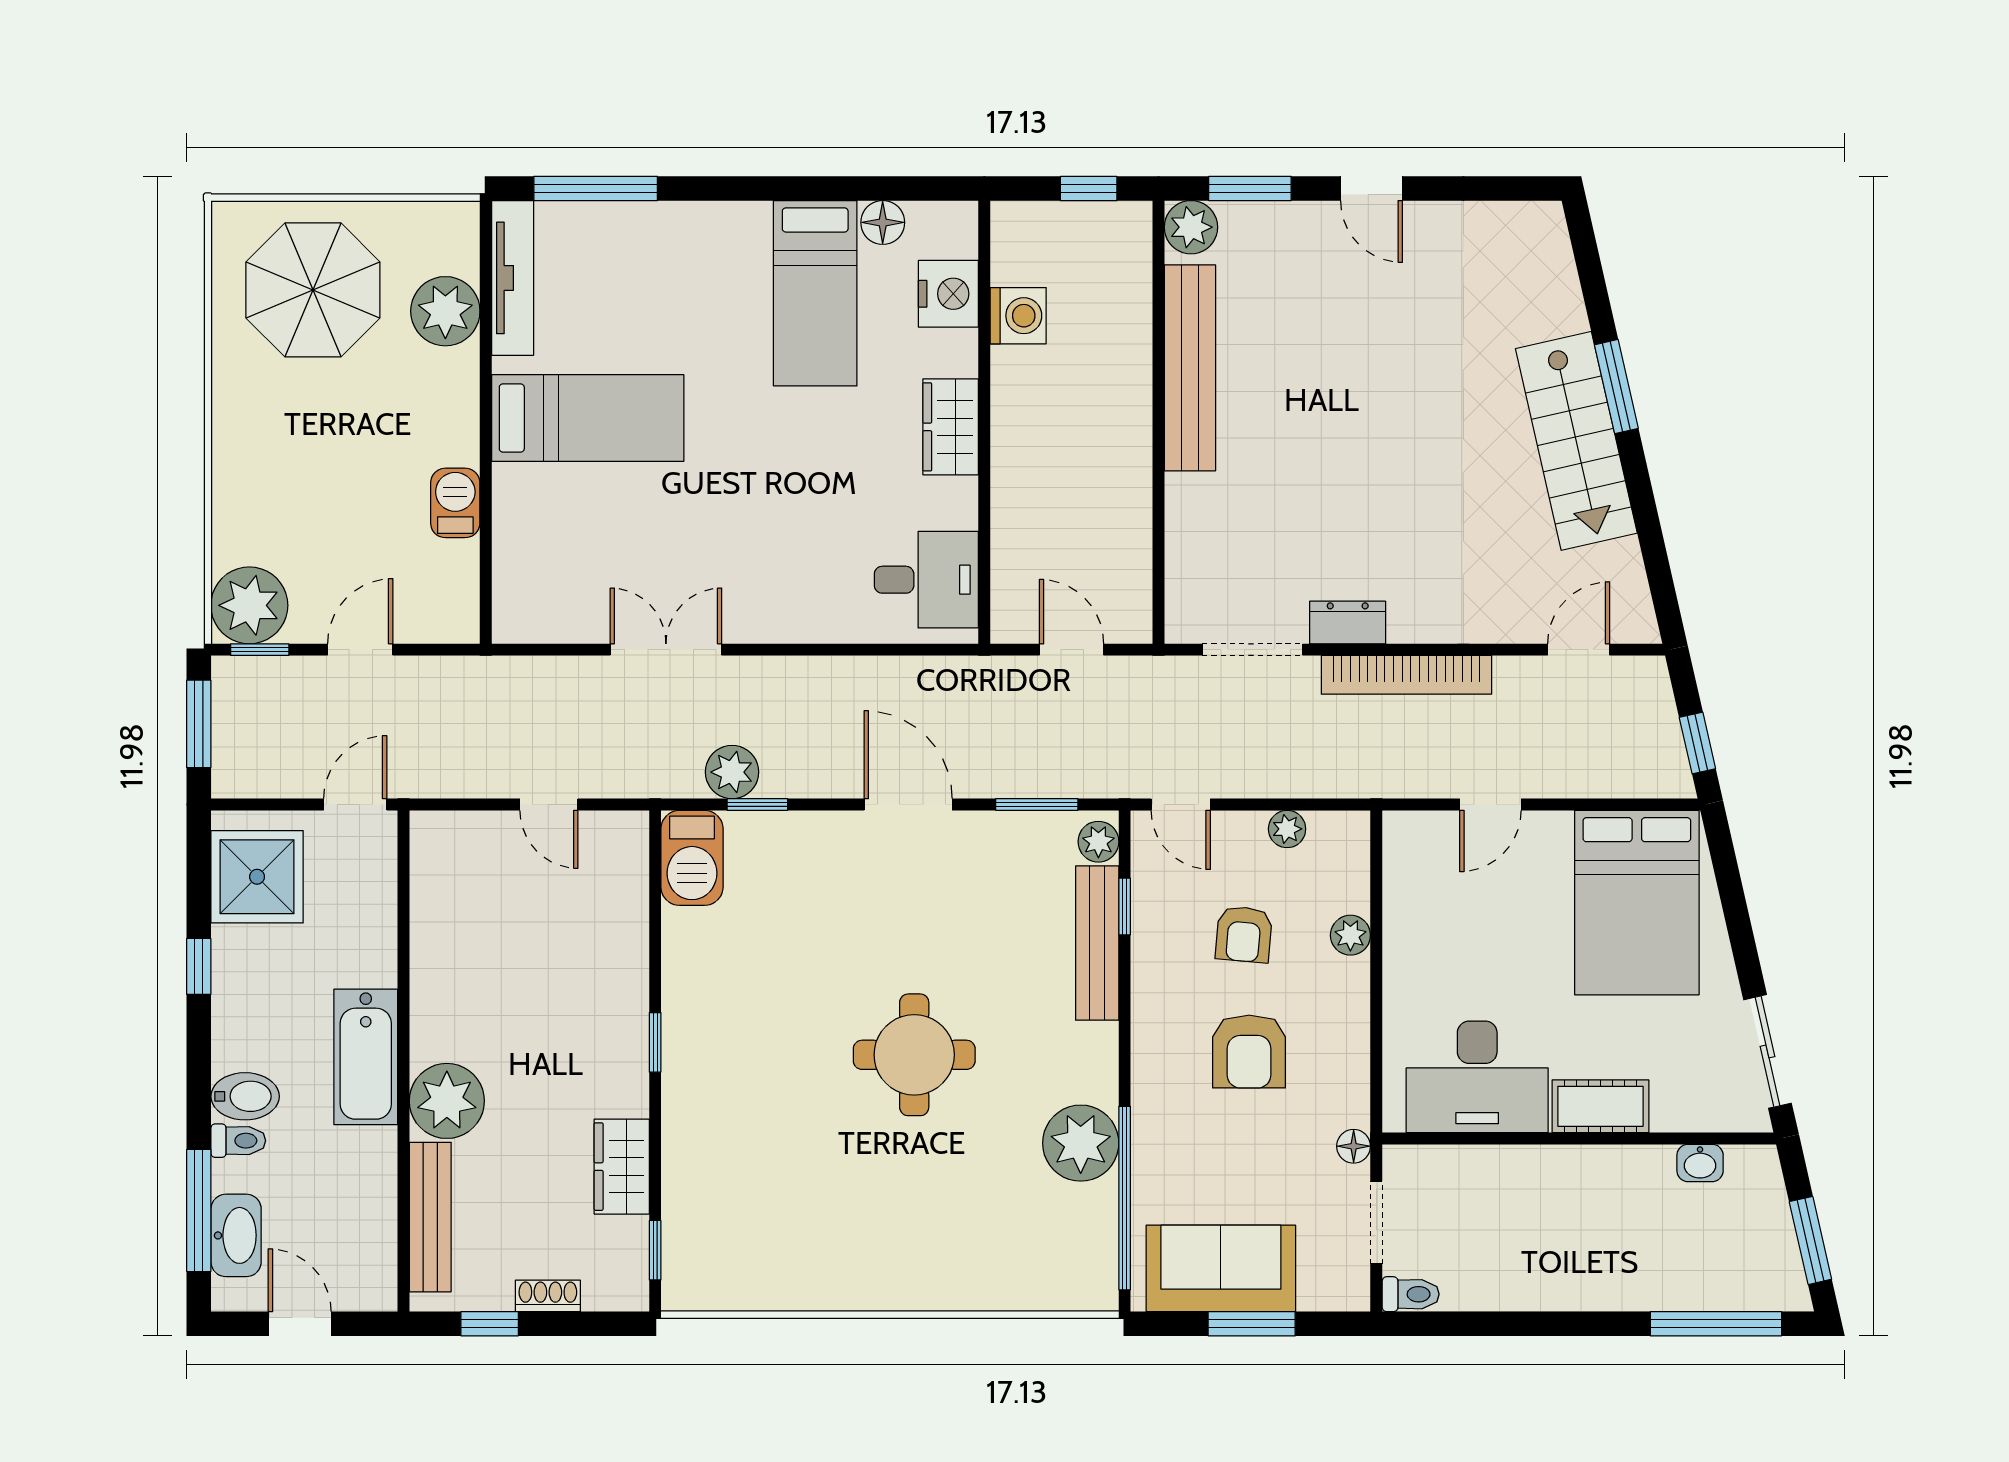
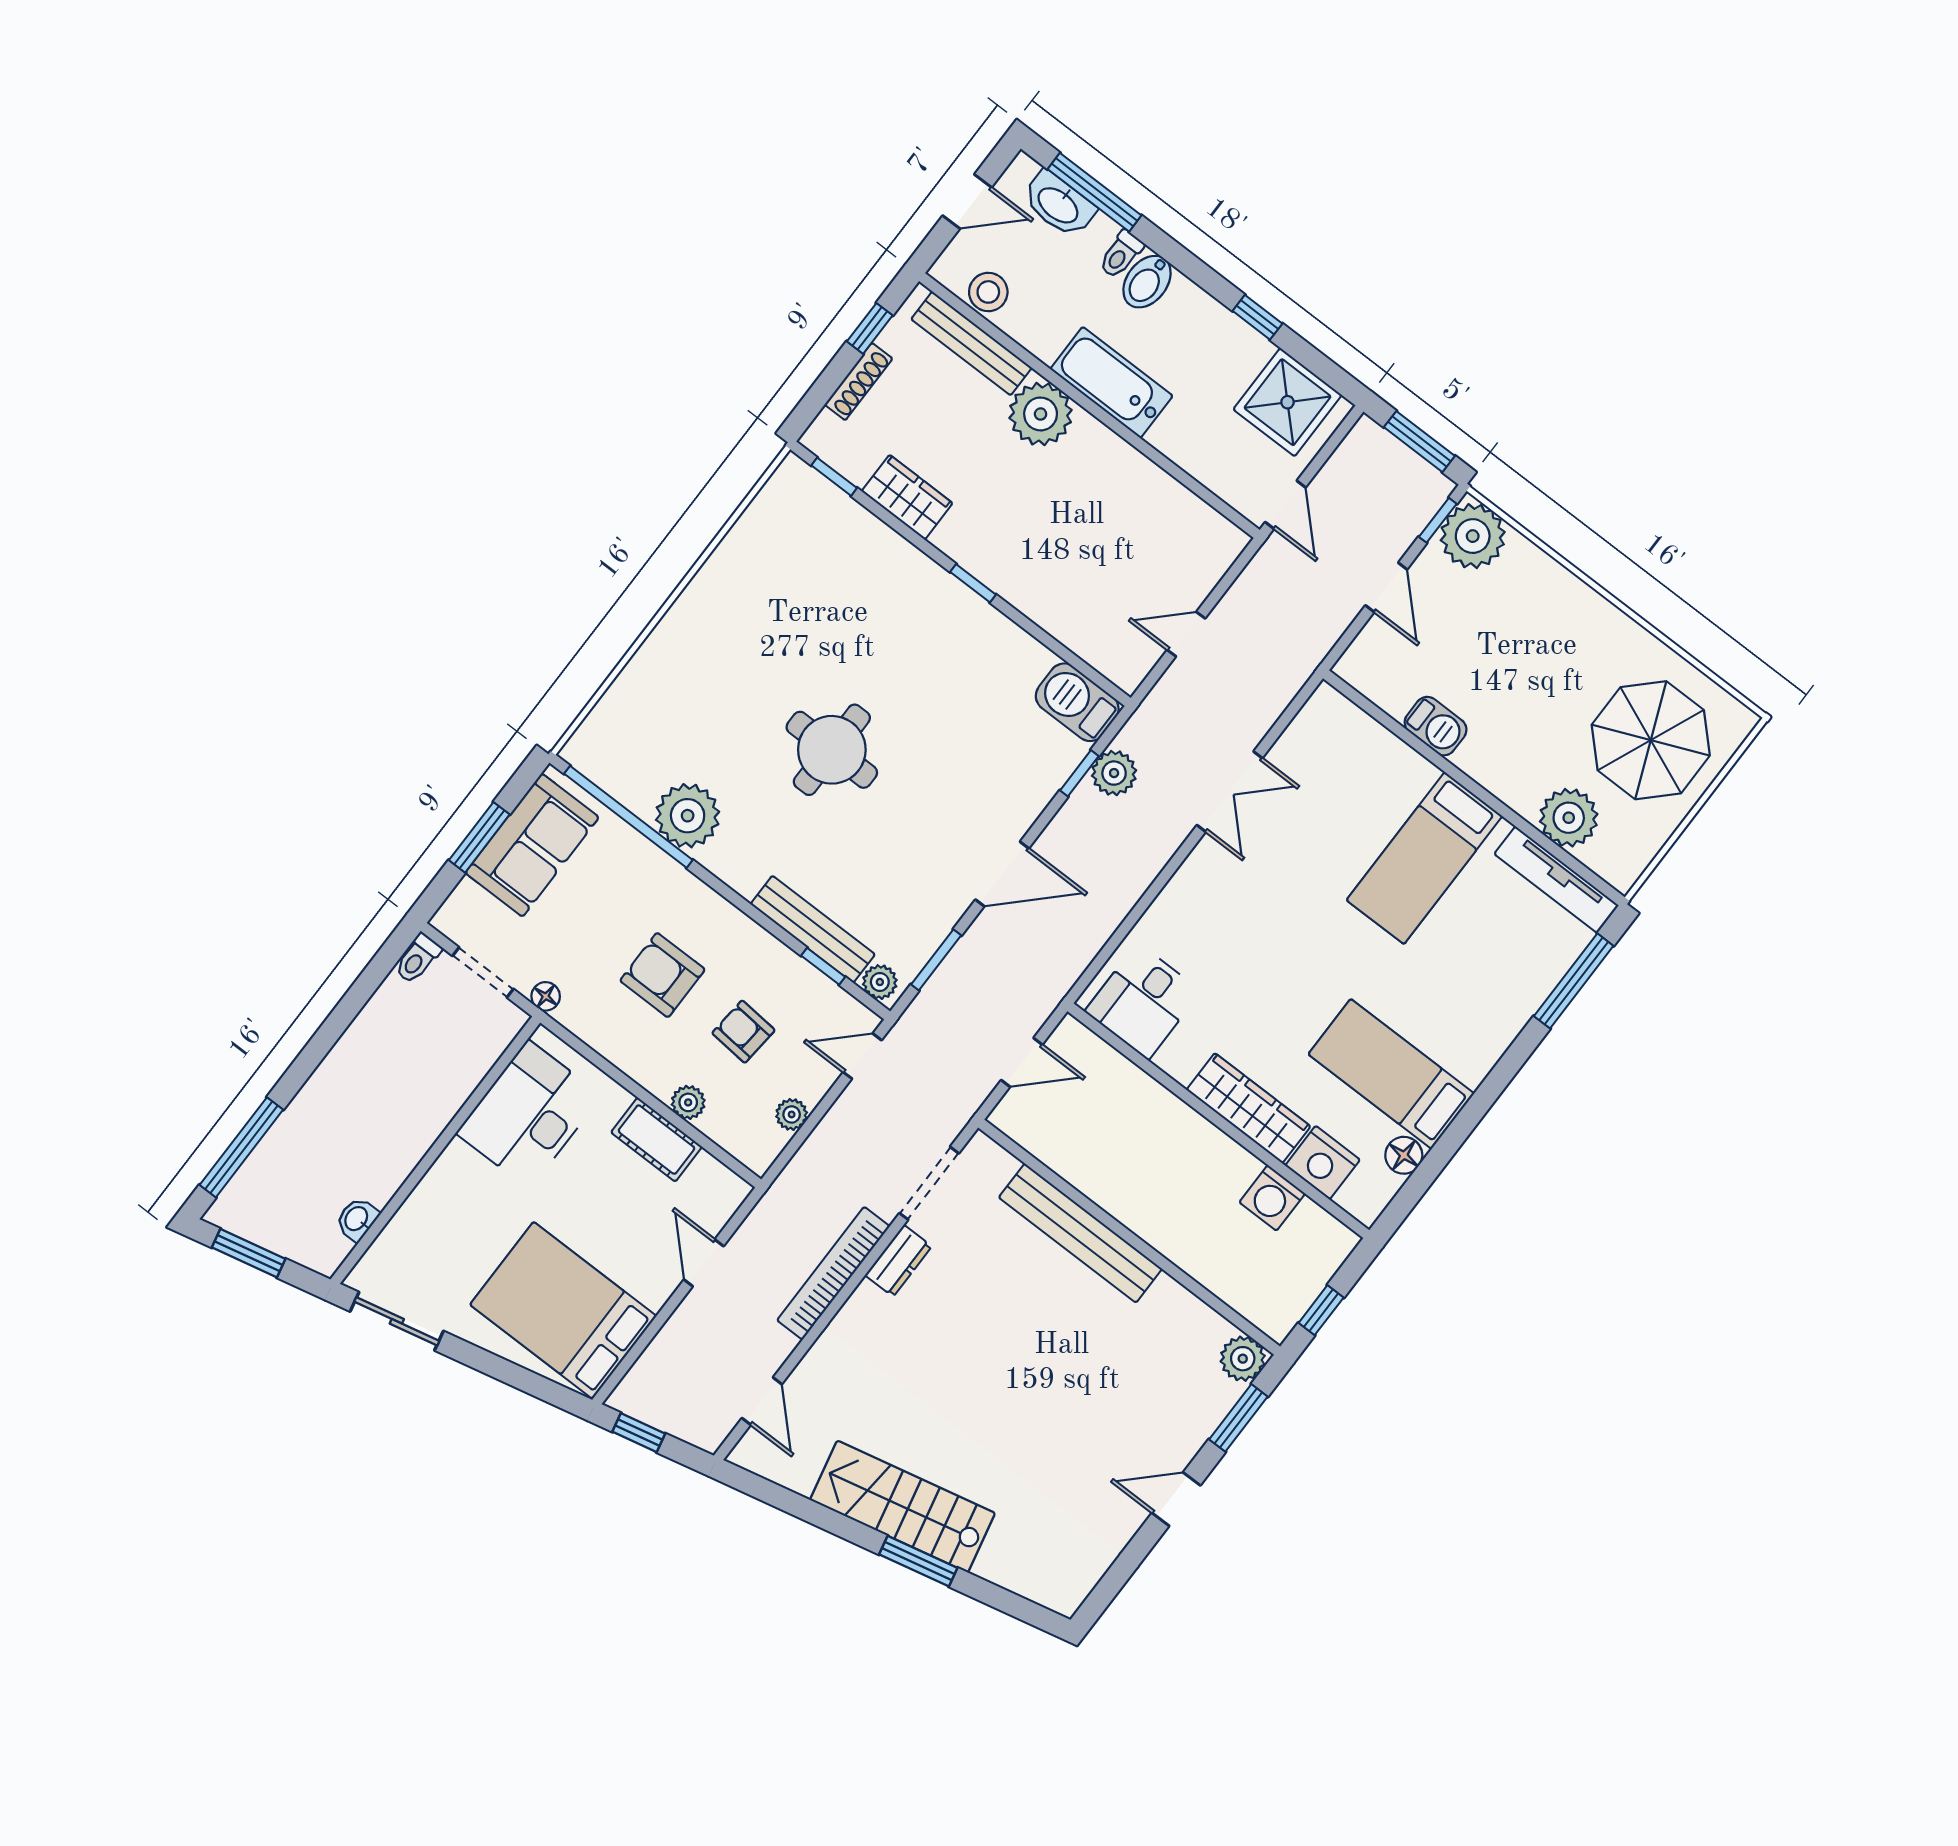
bench: (1190, 368) -> (1080, 1233), moved
wardrobe: (951, 427) -> (1248, 1108), width x1.50
cot: (1600, 1106) -> (656, 1140), moved, turned 90
stool: (370, 1238) -> (988, 292), added
shoe rack: (548, 1296) -> (859, 382), width x1.43

